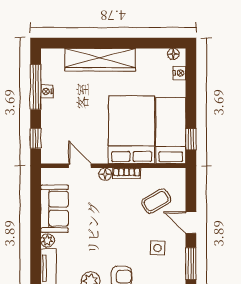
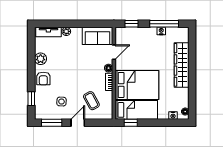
sofa: (54, 209) -> (97, 36), moved

